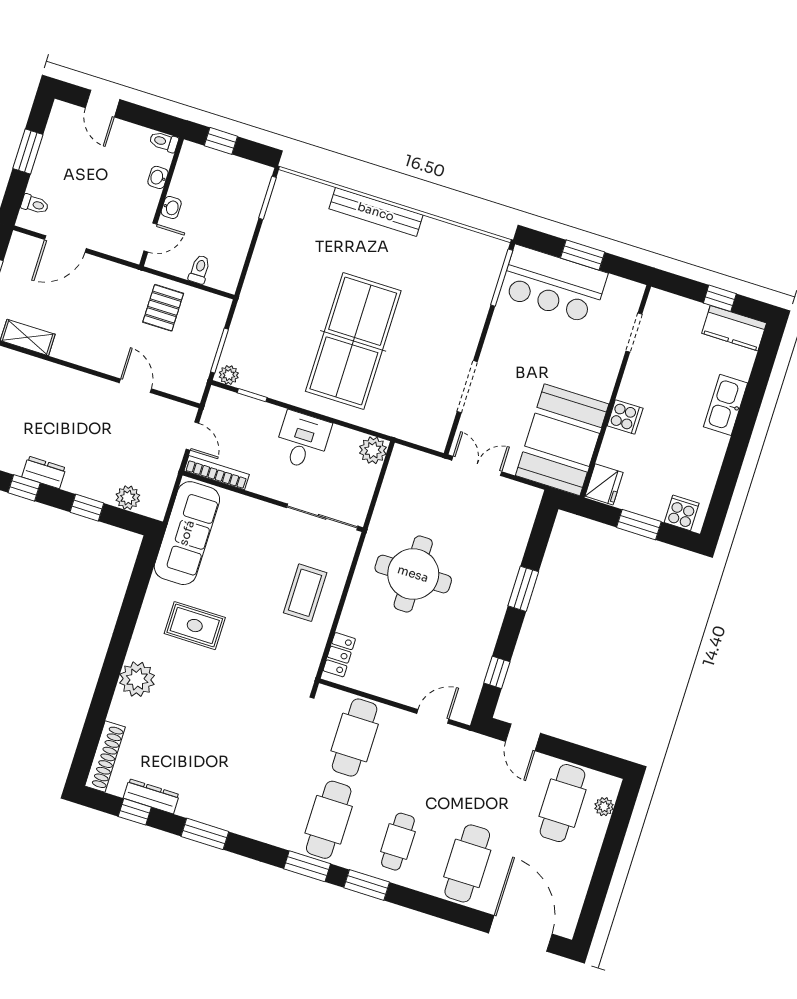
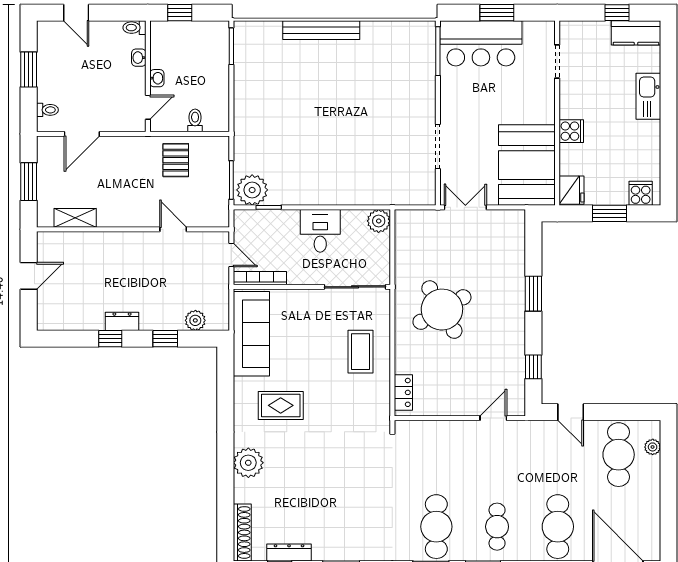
table tennis table: (353, 341) -> (336, 139), removed
plant: (229, 375) -> (252, 190), width x1.87, depth x1.87
round table: (413, 574) -> (442, 310), turned -30
cafe table: (355, 738) -> (436, 455), removed

